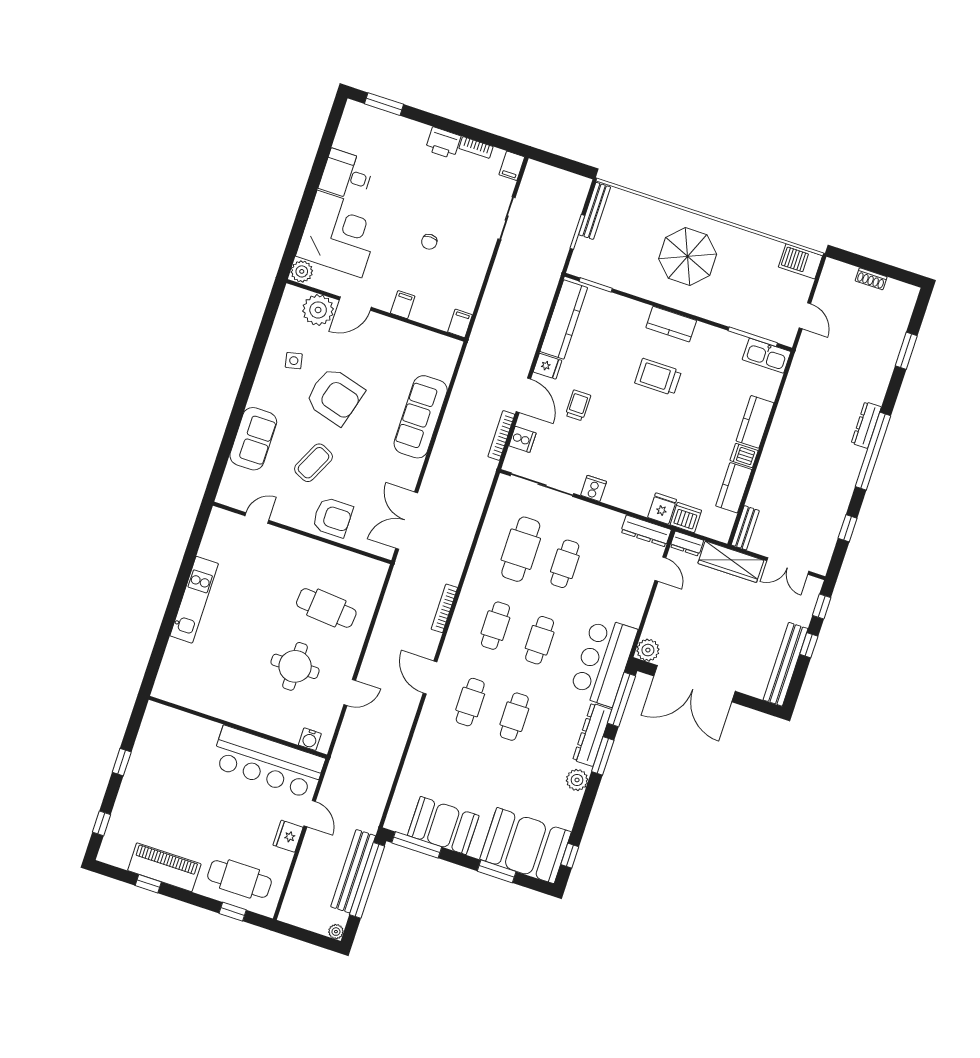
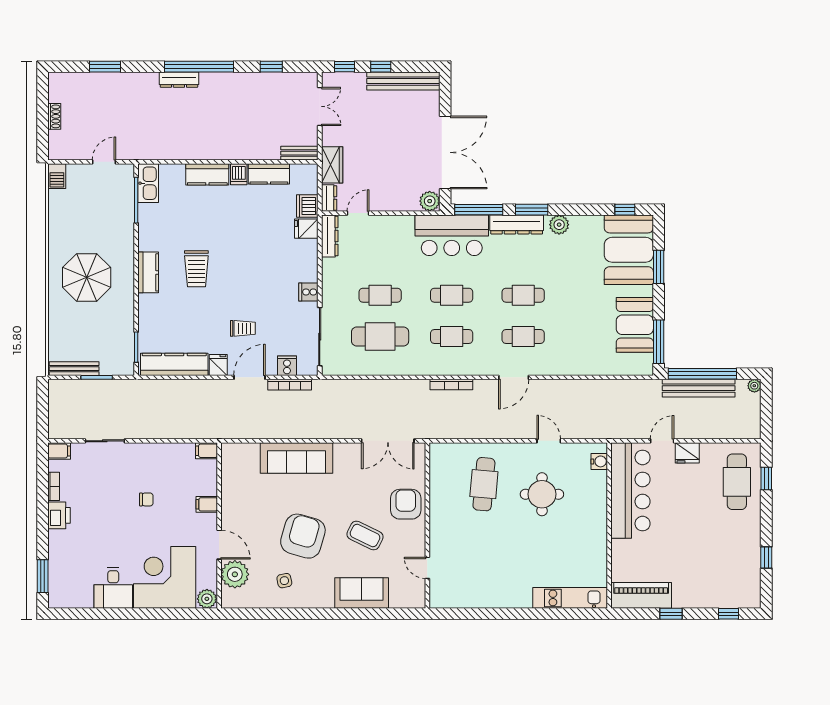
barbecue: (800, 261) -> (57, 176), width x0.73, depth x0.79
trolley: (578, 405) -> (243, 328), turned 180
wardrobe: (731, 562) -> (332, 165), width x0.67
kitchen unit: (194, 600) -> (570, 598), moved
piano: (164, 867) -> (641, 595), moved, turned 90

